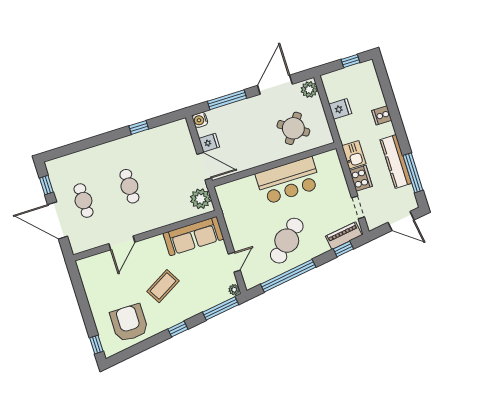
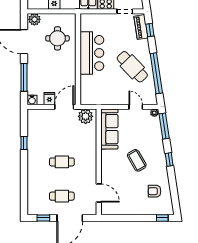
round table: (293, 128) -> (57, 38), turned -34
door: (122, 243) -> (99, 193), moved
armchair: (129, 323) -> (155, 191), width x0.53, depth x0.53

